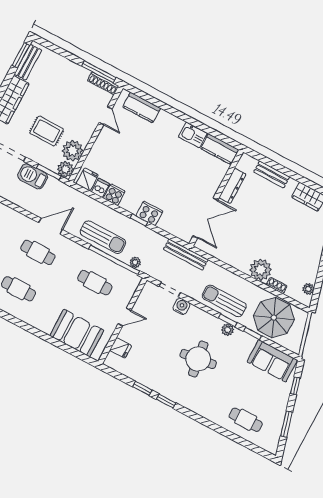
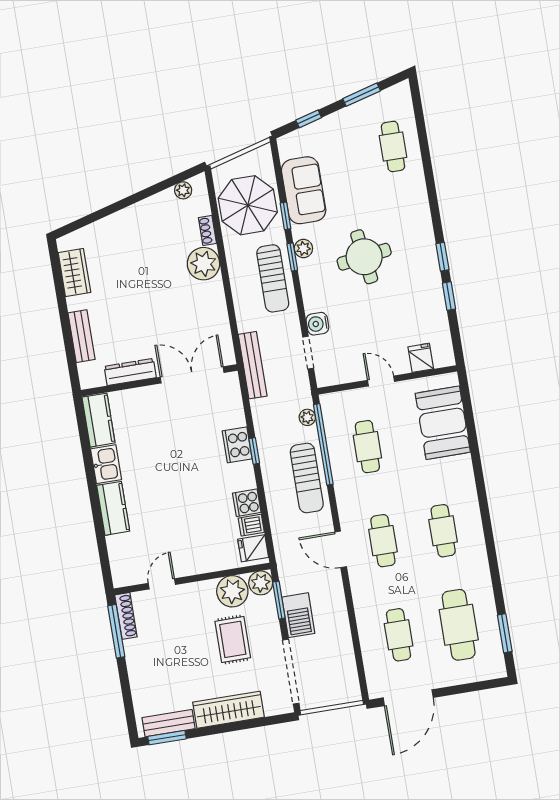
kitchen counter: (142, 108) -> (113, 508), moved
sun lounger: (103, 237) -> (307, 478), turned 180
sofa: (272, 361) -> (304, 190), moved

